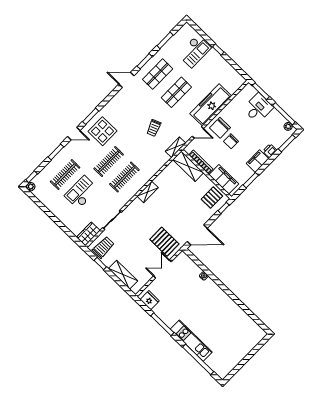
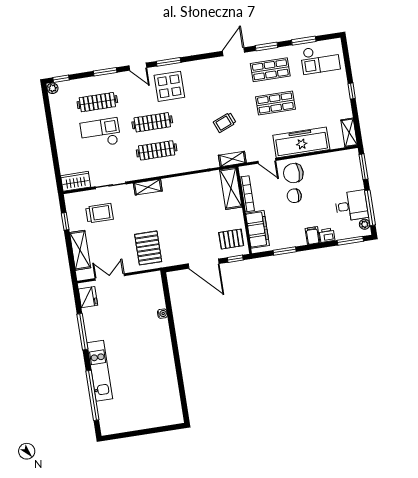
checkout: (194, 51) -> (320, 59), moved
shelving: (236, 77) -> (349, 133), added
door: (126, 80) -> (233, 52), hinge flipped
desk: (258, 108) -> (351, 206), moved
filing cabinet: (258, 161) -> (313, 236), width x0.50
shelving: (148, 192) -> (148, 187), moved
door: (197, 235) -> (204, 264), moved
trolley: (103, 247) -> (99, 213), moved
double door: (162, 269) -> (110, 277), moved

